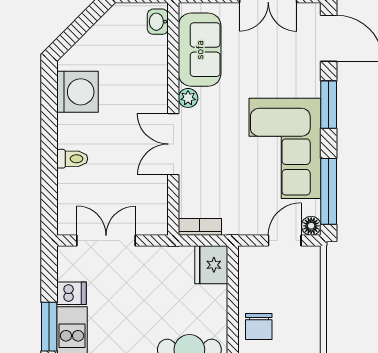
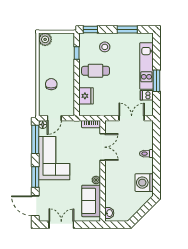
double door: (173, 144) -> (103, 147), moved
double door: (106, 241) -> (132, 118), swing flipped
fridge: (211, 265) -> (86, 96), moved
chair: (259, 326) -> (51, 84), moved

